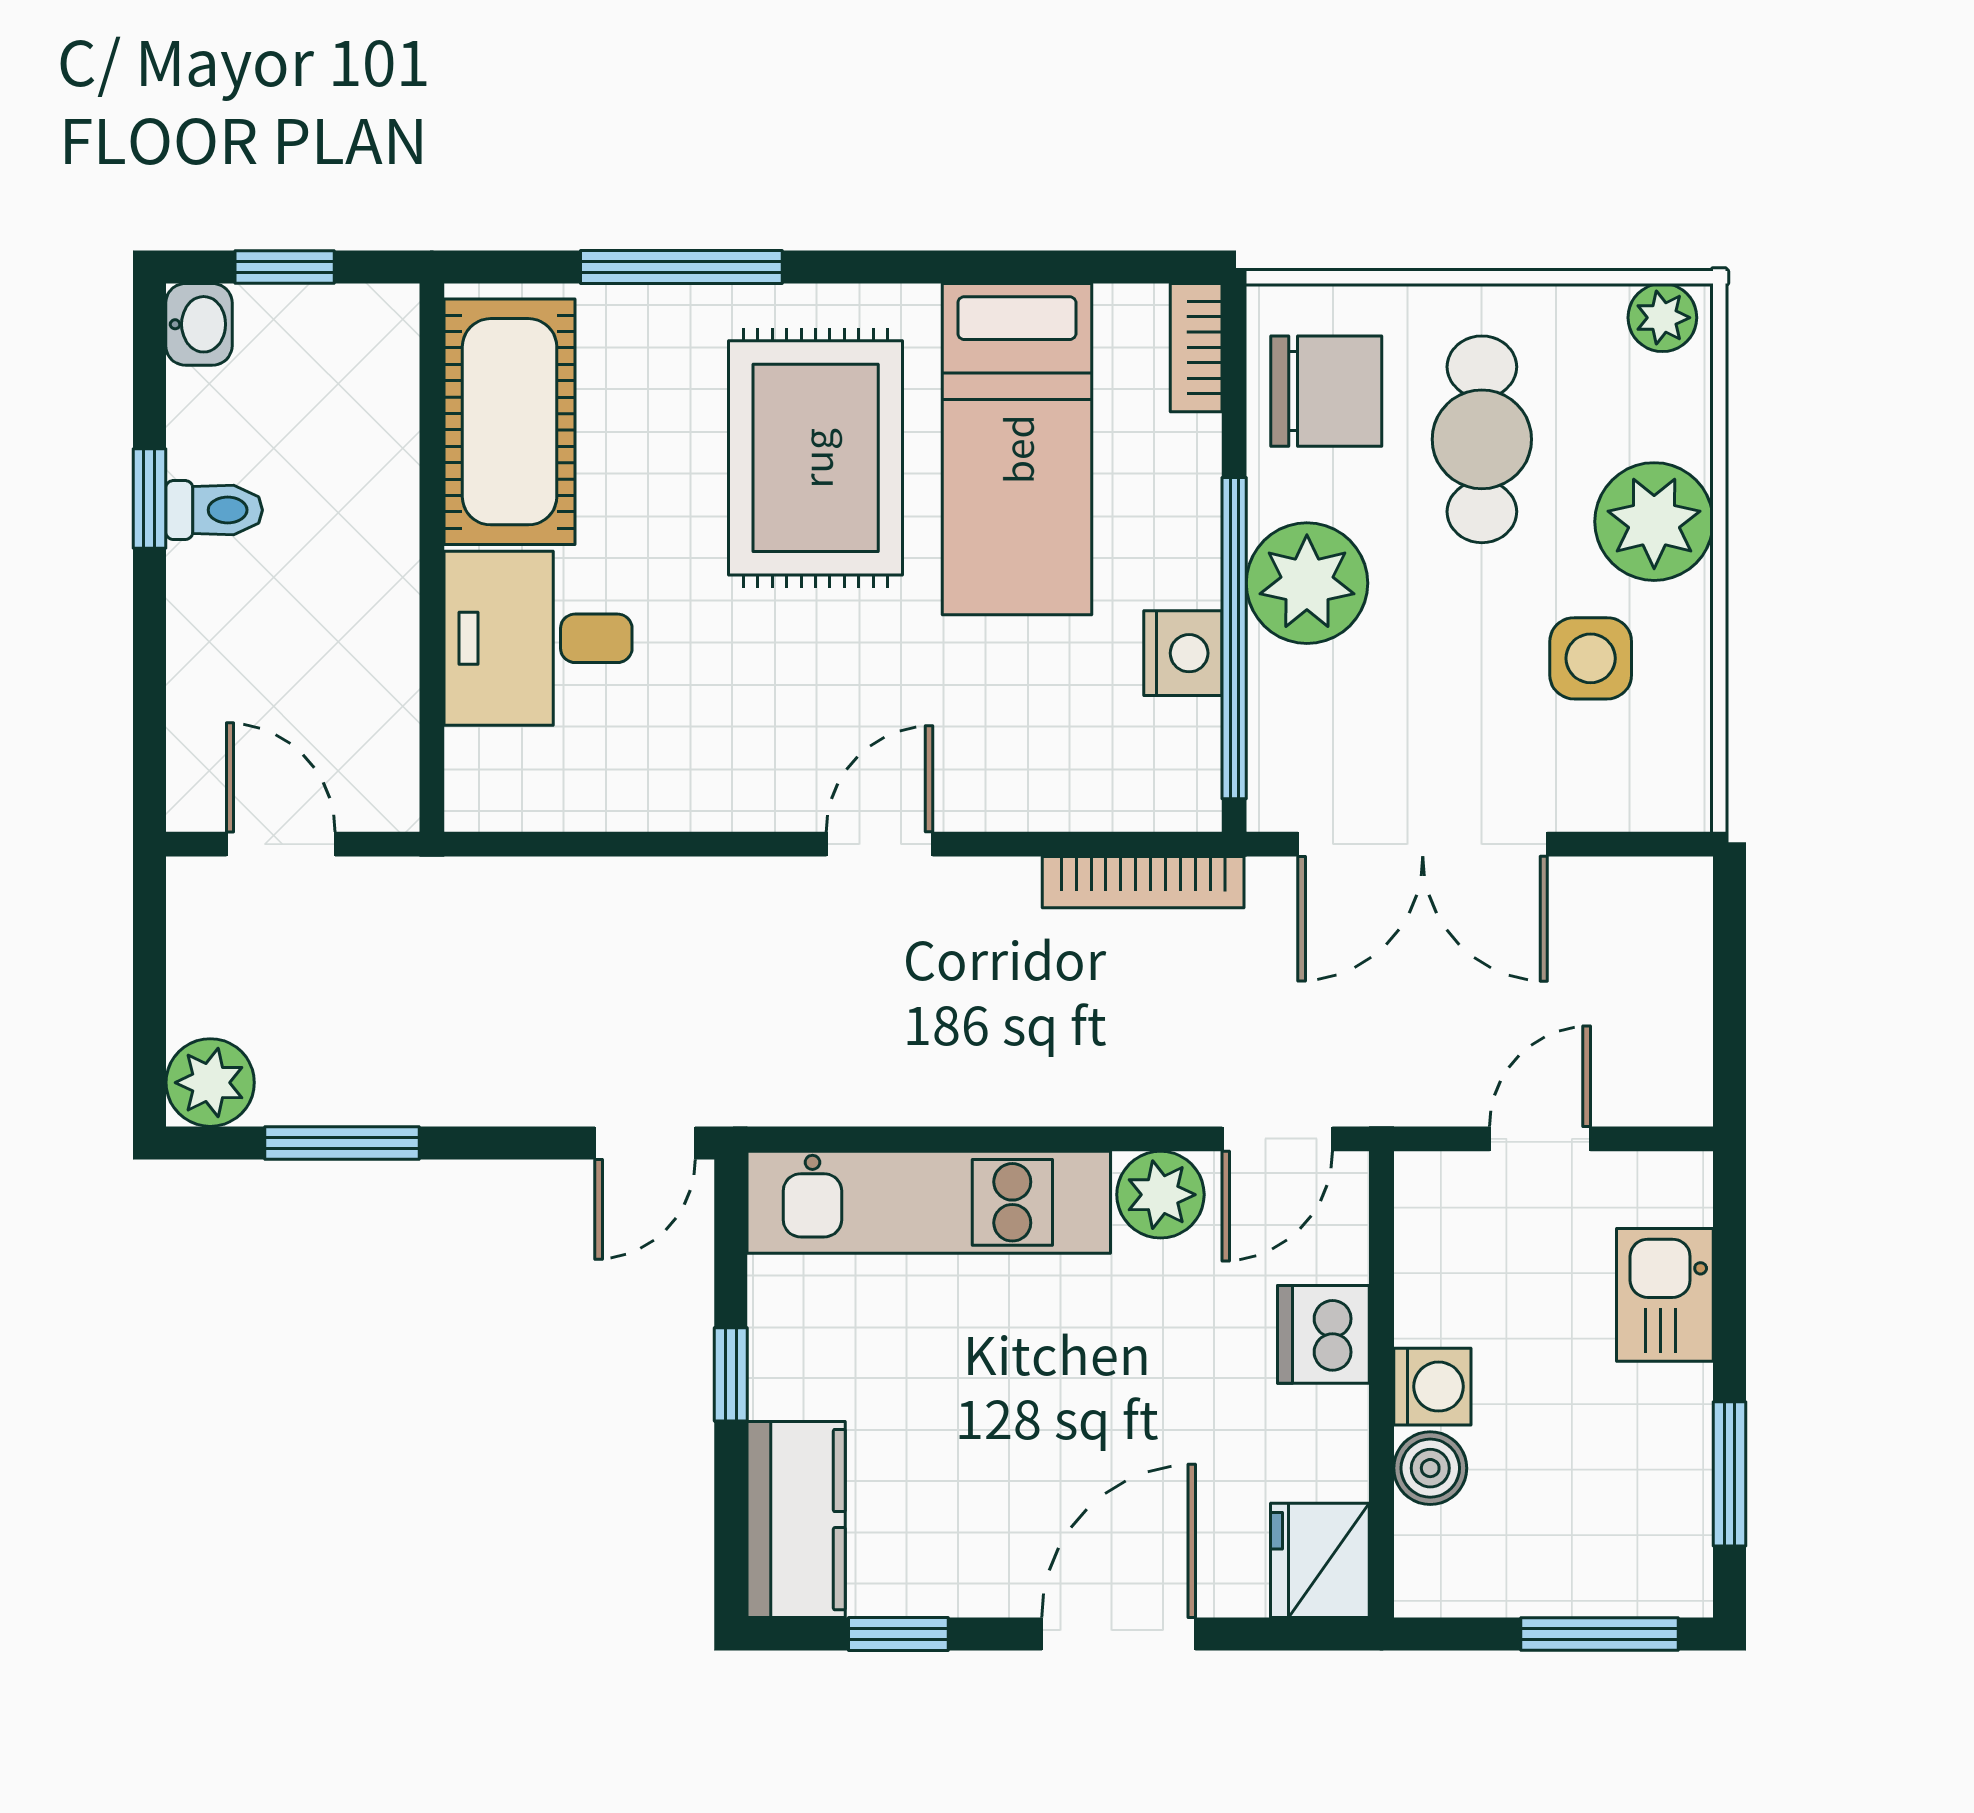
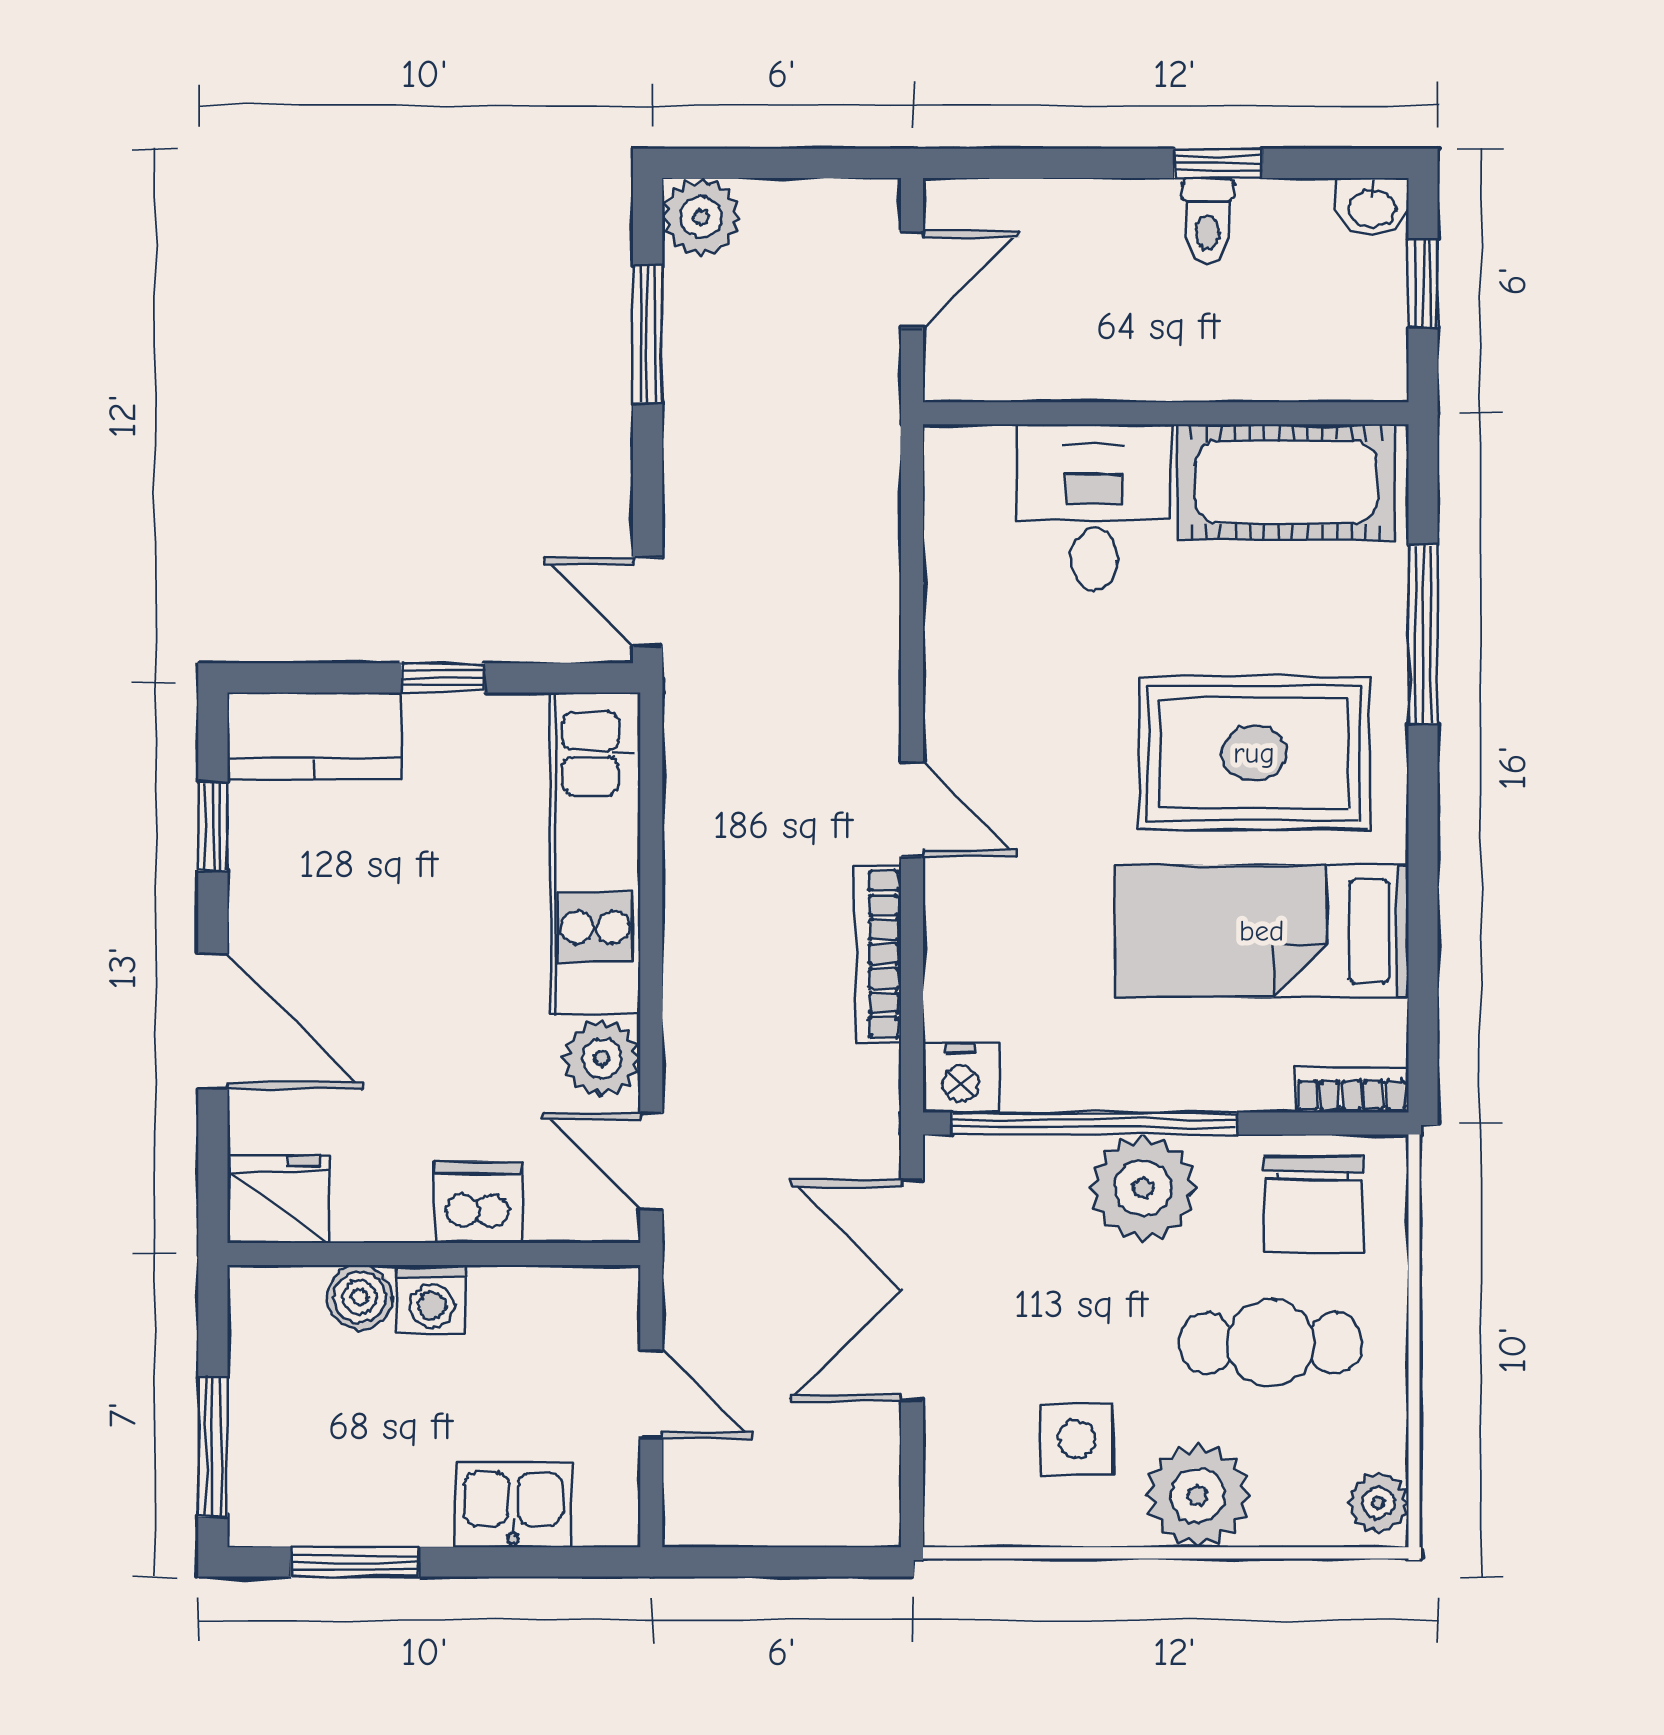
nightstand: (1183, 653) -> (961, 1078), moved
bookcase: (1143, 882) -> (878, 954), moved

